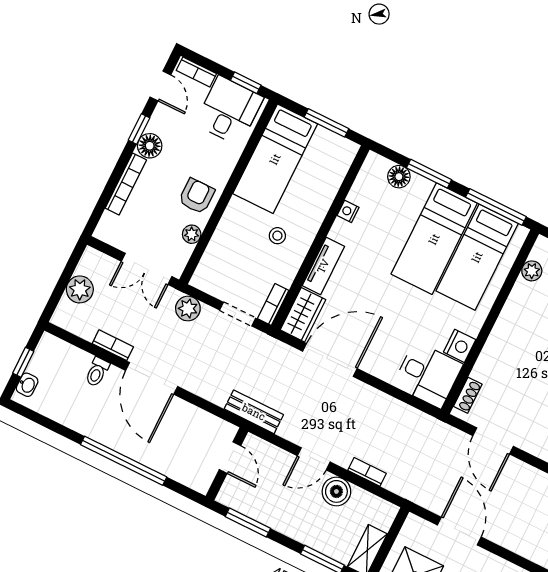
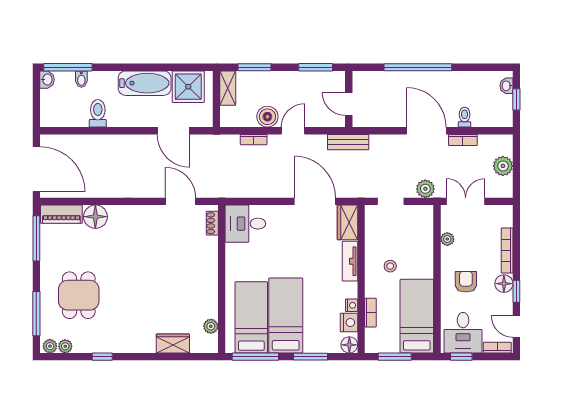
floor lamp: (399, 177) -> (349, 345), moved
armchair: (197, 196) -> (466, 282), moved, turned 180
bookcase: (273, 304) -> (370, 313), moved
nightstand: (460, 346) -> (349, 322), moved, turned 180
door: (330, 360) -> (315, 201), swing flipped

